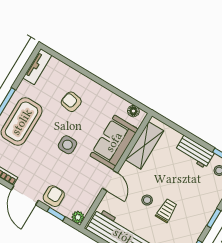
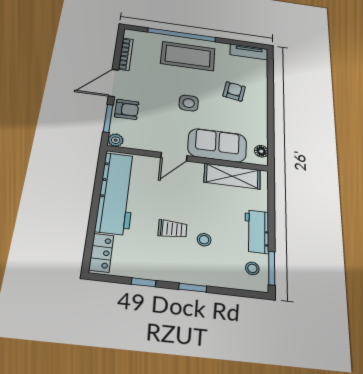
stool: (147, 200) -> (204, 240), moved
window: (56, 214) -> (108, 118), width x1.50

